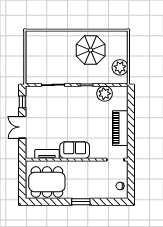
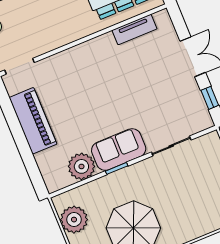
sofa: (75, 150) -> (119, 149), moved, turned 180

